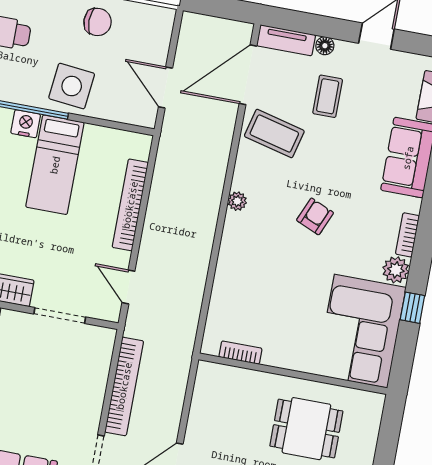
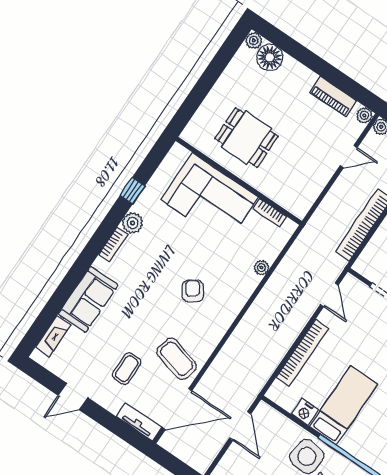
floor lamp: (325, 46) -> (113, 406), removed
nightstand: (26, 124) -> (305, 412), moved
plant: (237, 201) -> (261, 268), moved
armchair: (315, 216) -> (193, 291), moved, turned 121
corner sofa: (361, 331) -> (210, 198), moved, turned 90

